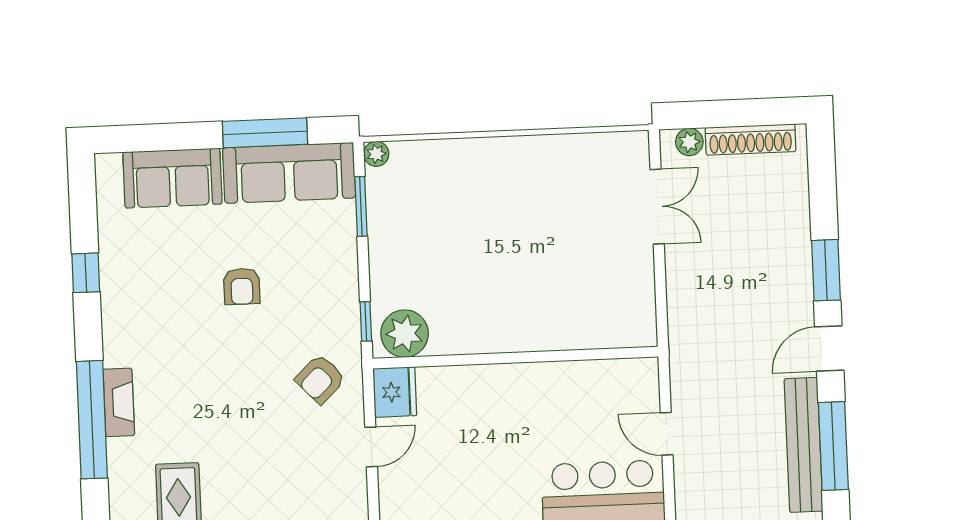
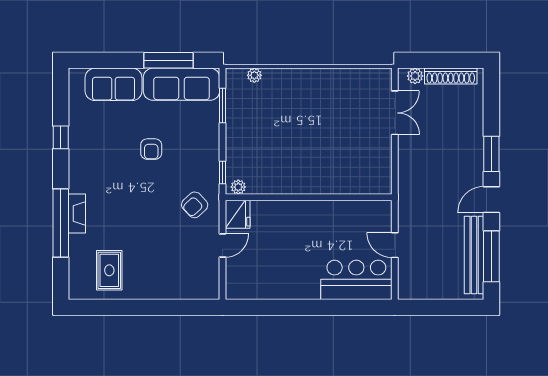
plant: (376, 154) -> (254, 75), moved
plant: (405, 334) -> (238, 187), width x0.53, depth x0.53

